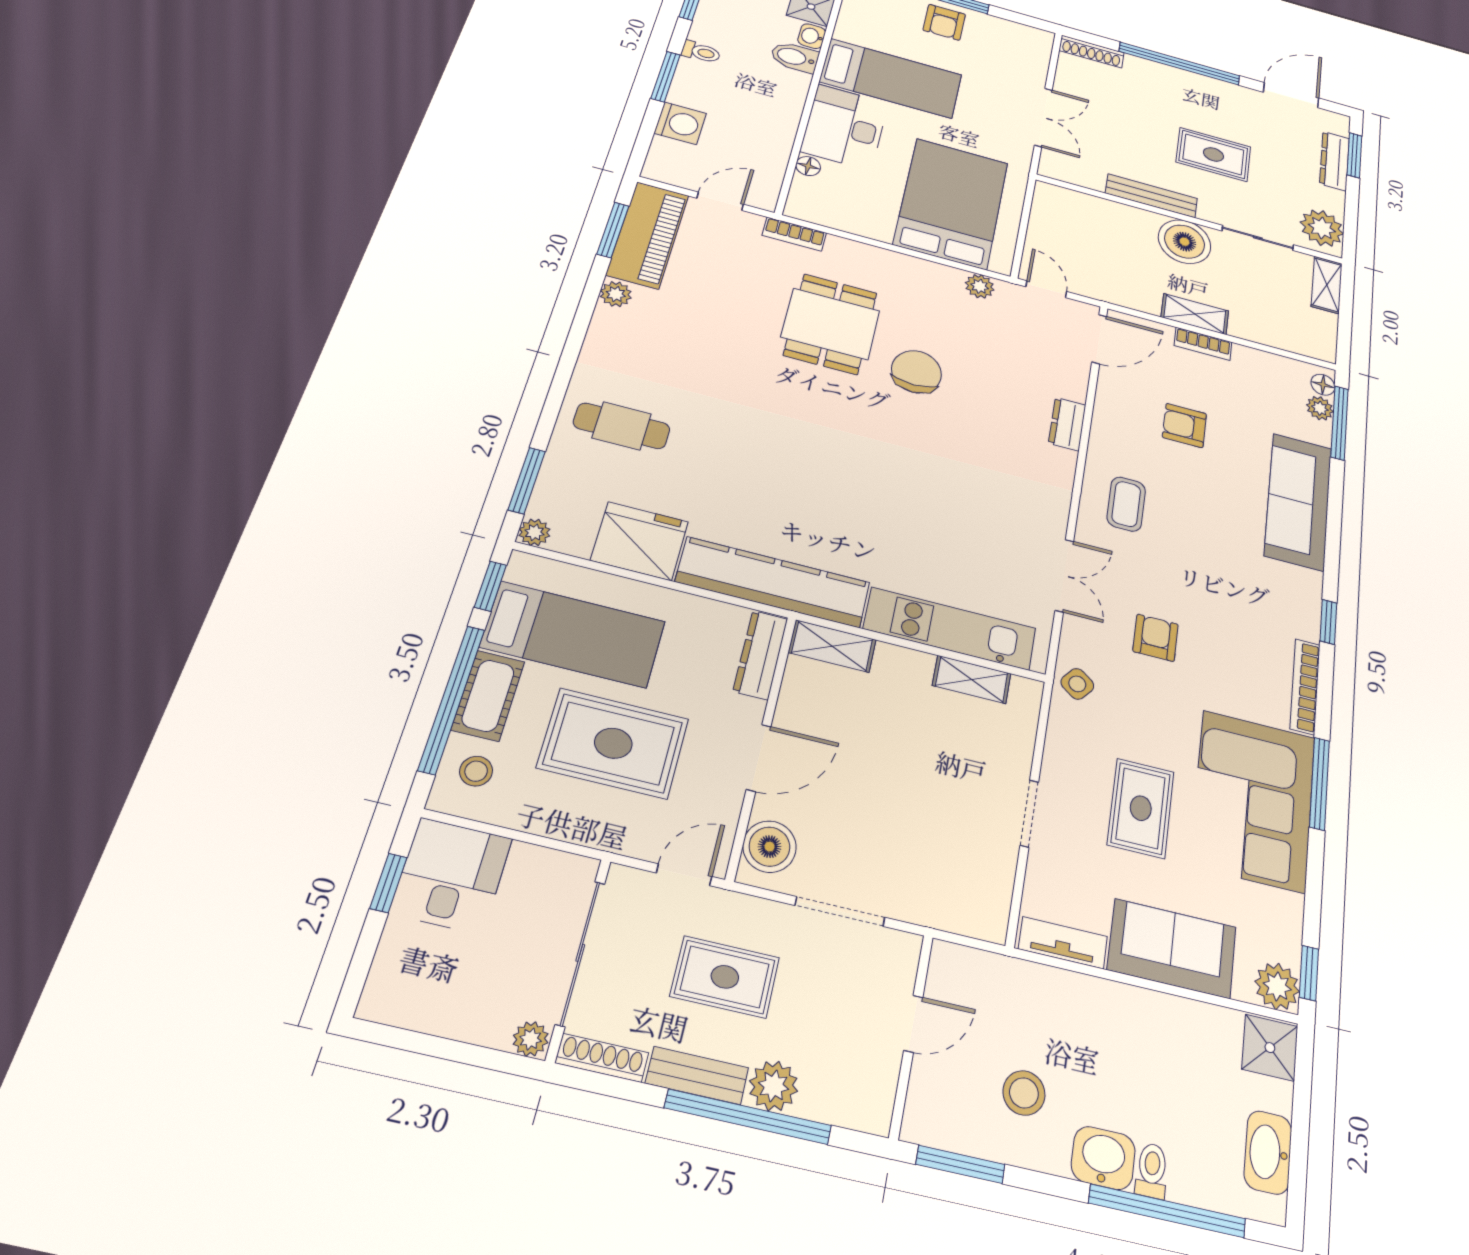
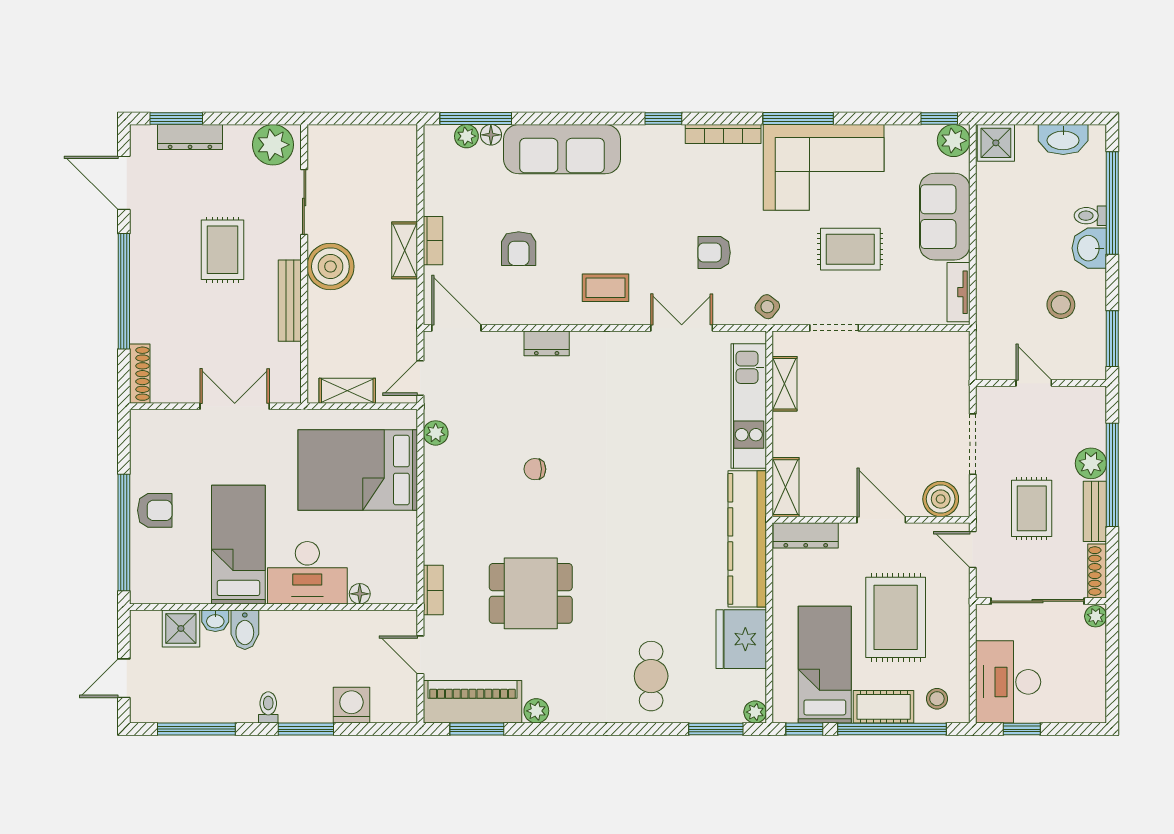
shelving: (1327, 285) -> (347, 391), moved
dining table: (831, 324) -> (531, 593), moved
chair: (916, 372) -> (535, 469), width x0.54, depth x0.54
floor lamp: (1323, 385) -> (491, 135), moved
doorway: (1029, 814) -> (834, 328), moved
desk: (451, 875) -> (1008, 682), width x1.37

